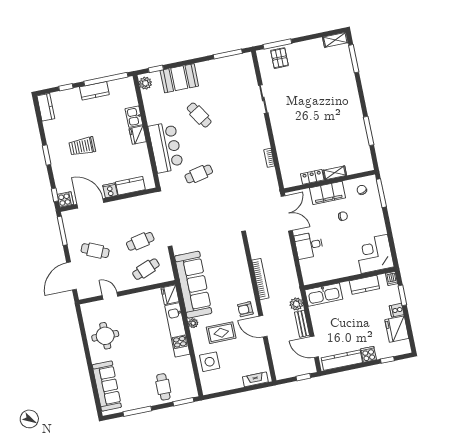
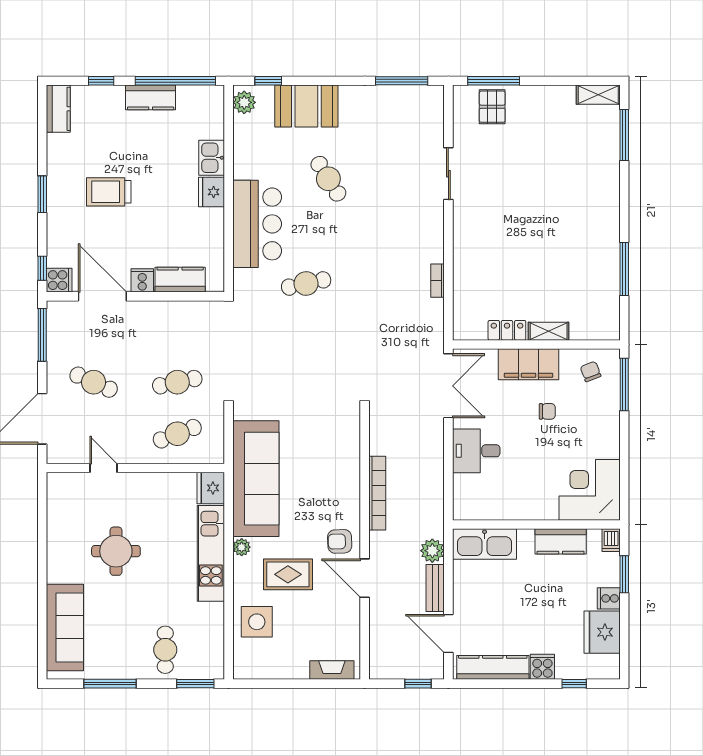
round table: (105, 336) -> (116, 551), moved

